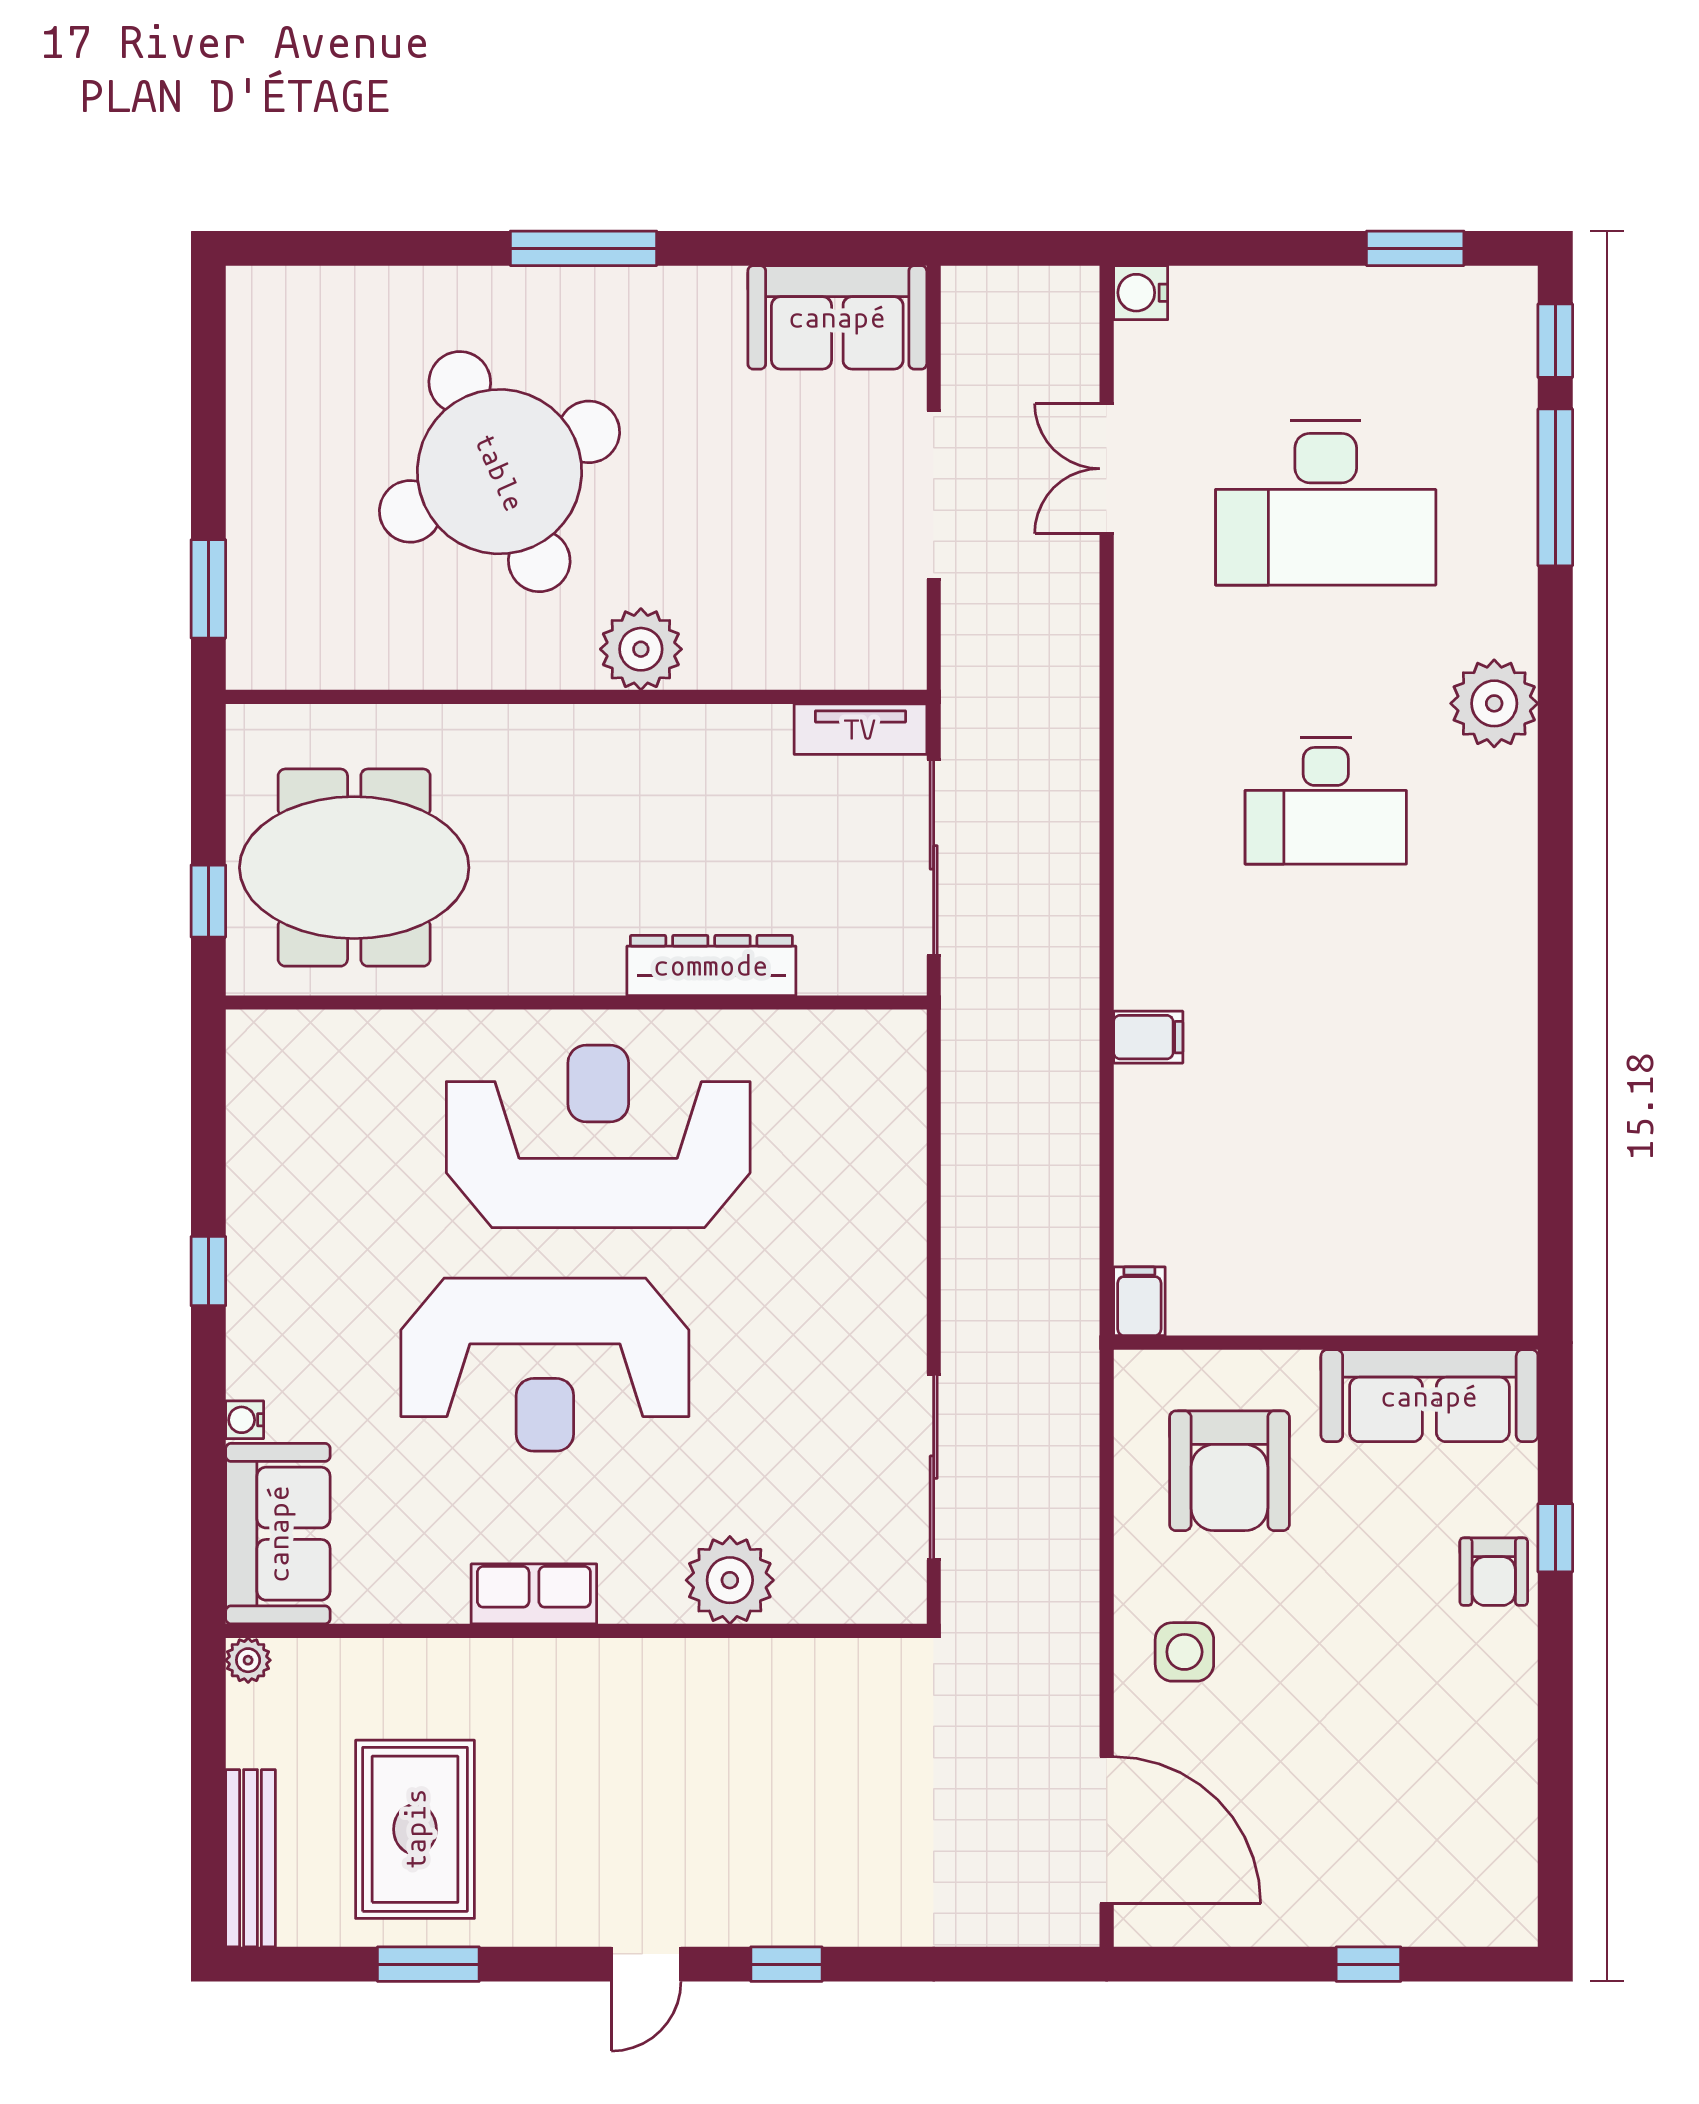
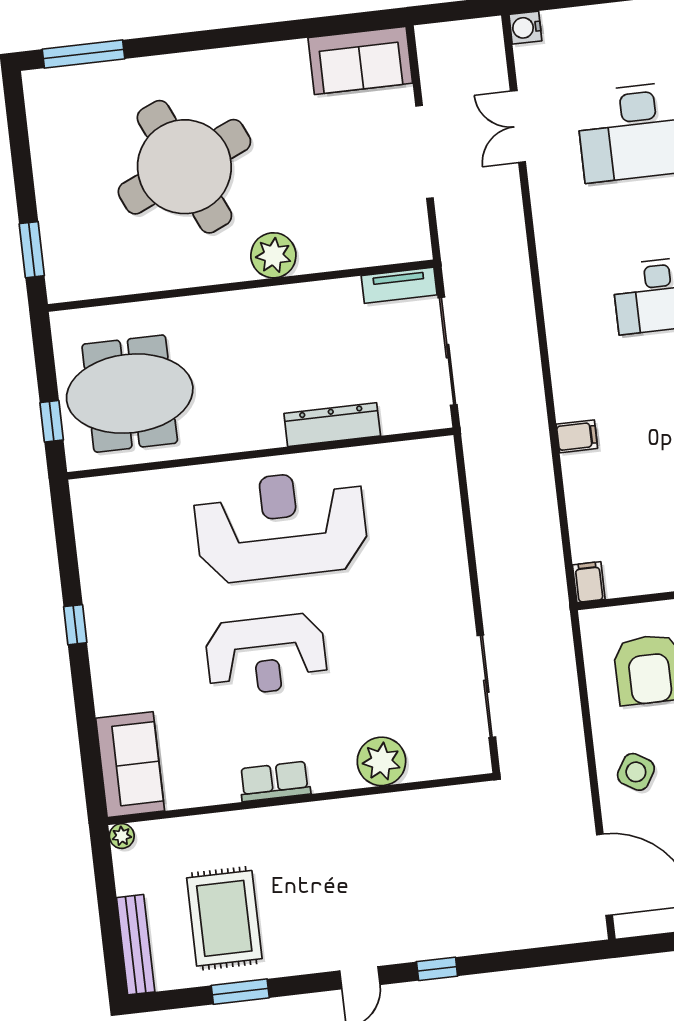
window: (583, 248) -> (83, 54), moved
reception desk: (545, 1365) -> (266, 655), width x0.74, depth x0.77
water cooler: (245, 1420) -> (105, 704), removed
side table: (1184, 1652) -> (636, 772), turned 31

